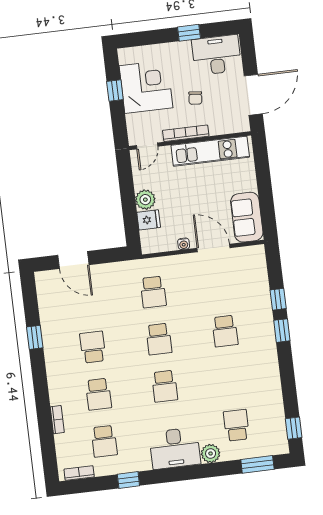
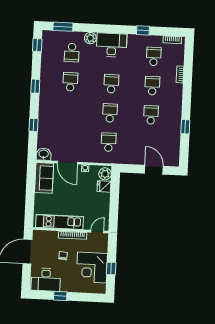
plant: (145, 200) -> (105, 174), moved
washbasin: (254, 255) -> (44, 154), added
school desk: (225, 331) -> (70, 82), moved
window: (282, 331) -> (35, 86), moved
school desk: (93, 347) -> (151, 115), turned 180

